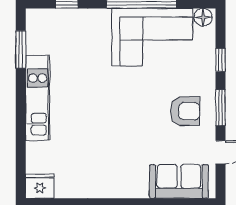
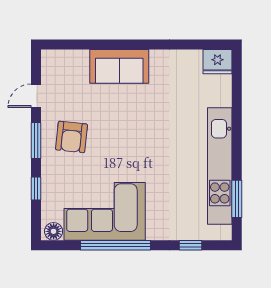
kitchen unit: (38, 98) -> (220, 166), width x1.36
armchair: (185, 111) -> (72, 137), turned -84
sofa: (179, 181) -> (119, 66), moved

